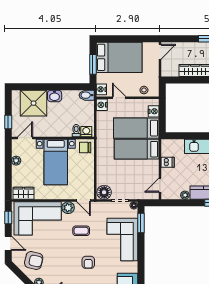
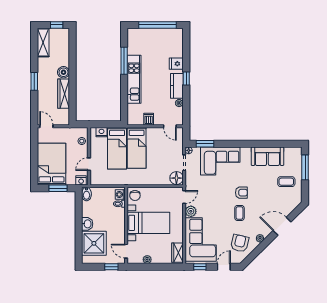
nightstand: (102, 105) -> (95, 180), removed
coffee table: (81, 231) -> (239, 213), moved

